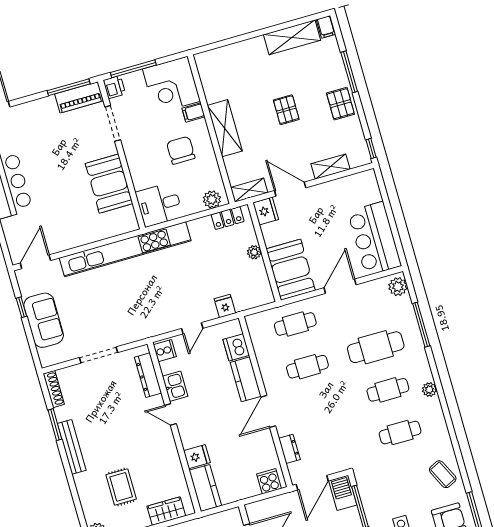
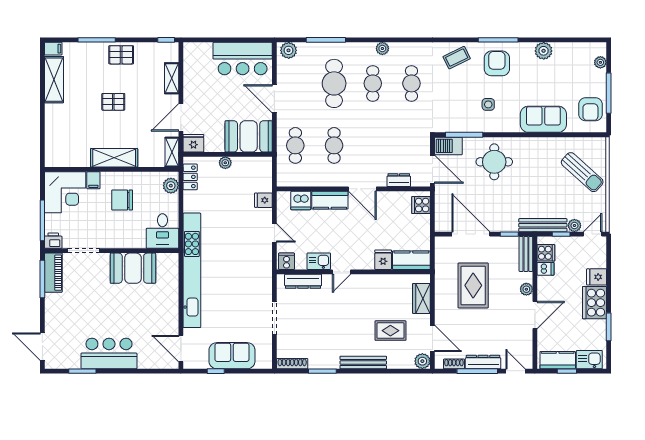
bench: (72, 447) -> (363, 362), moved

